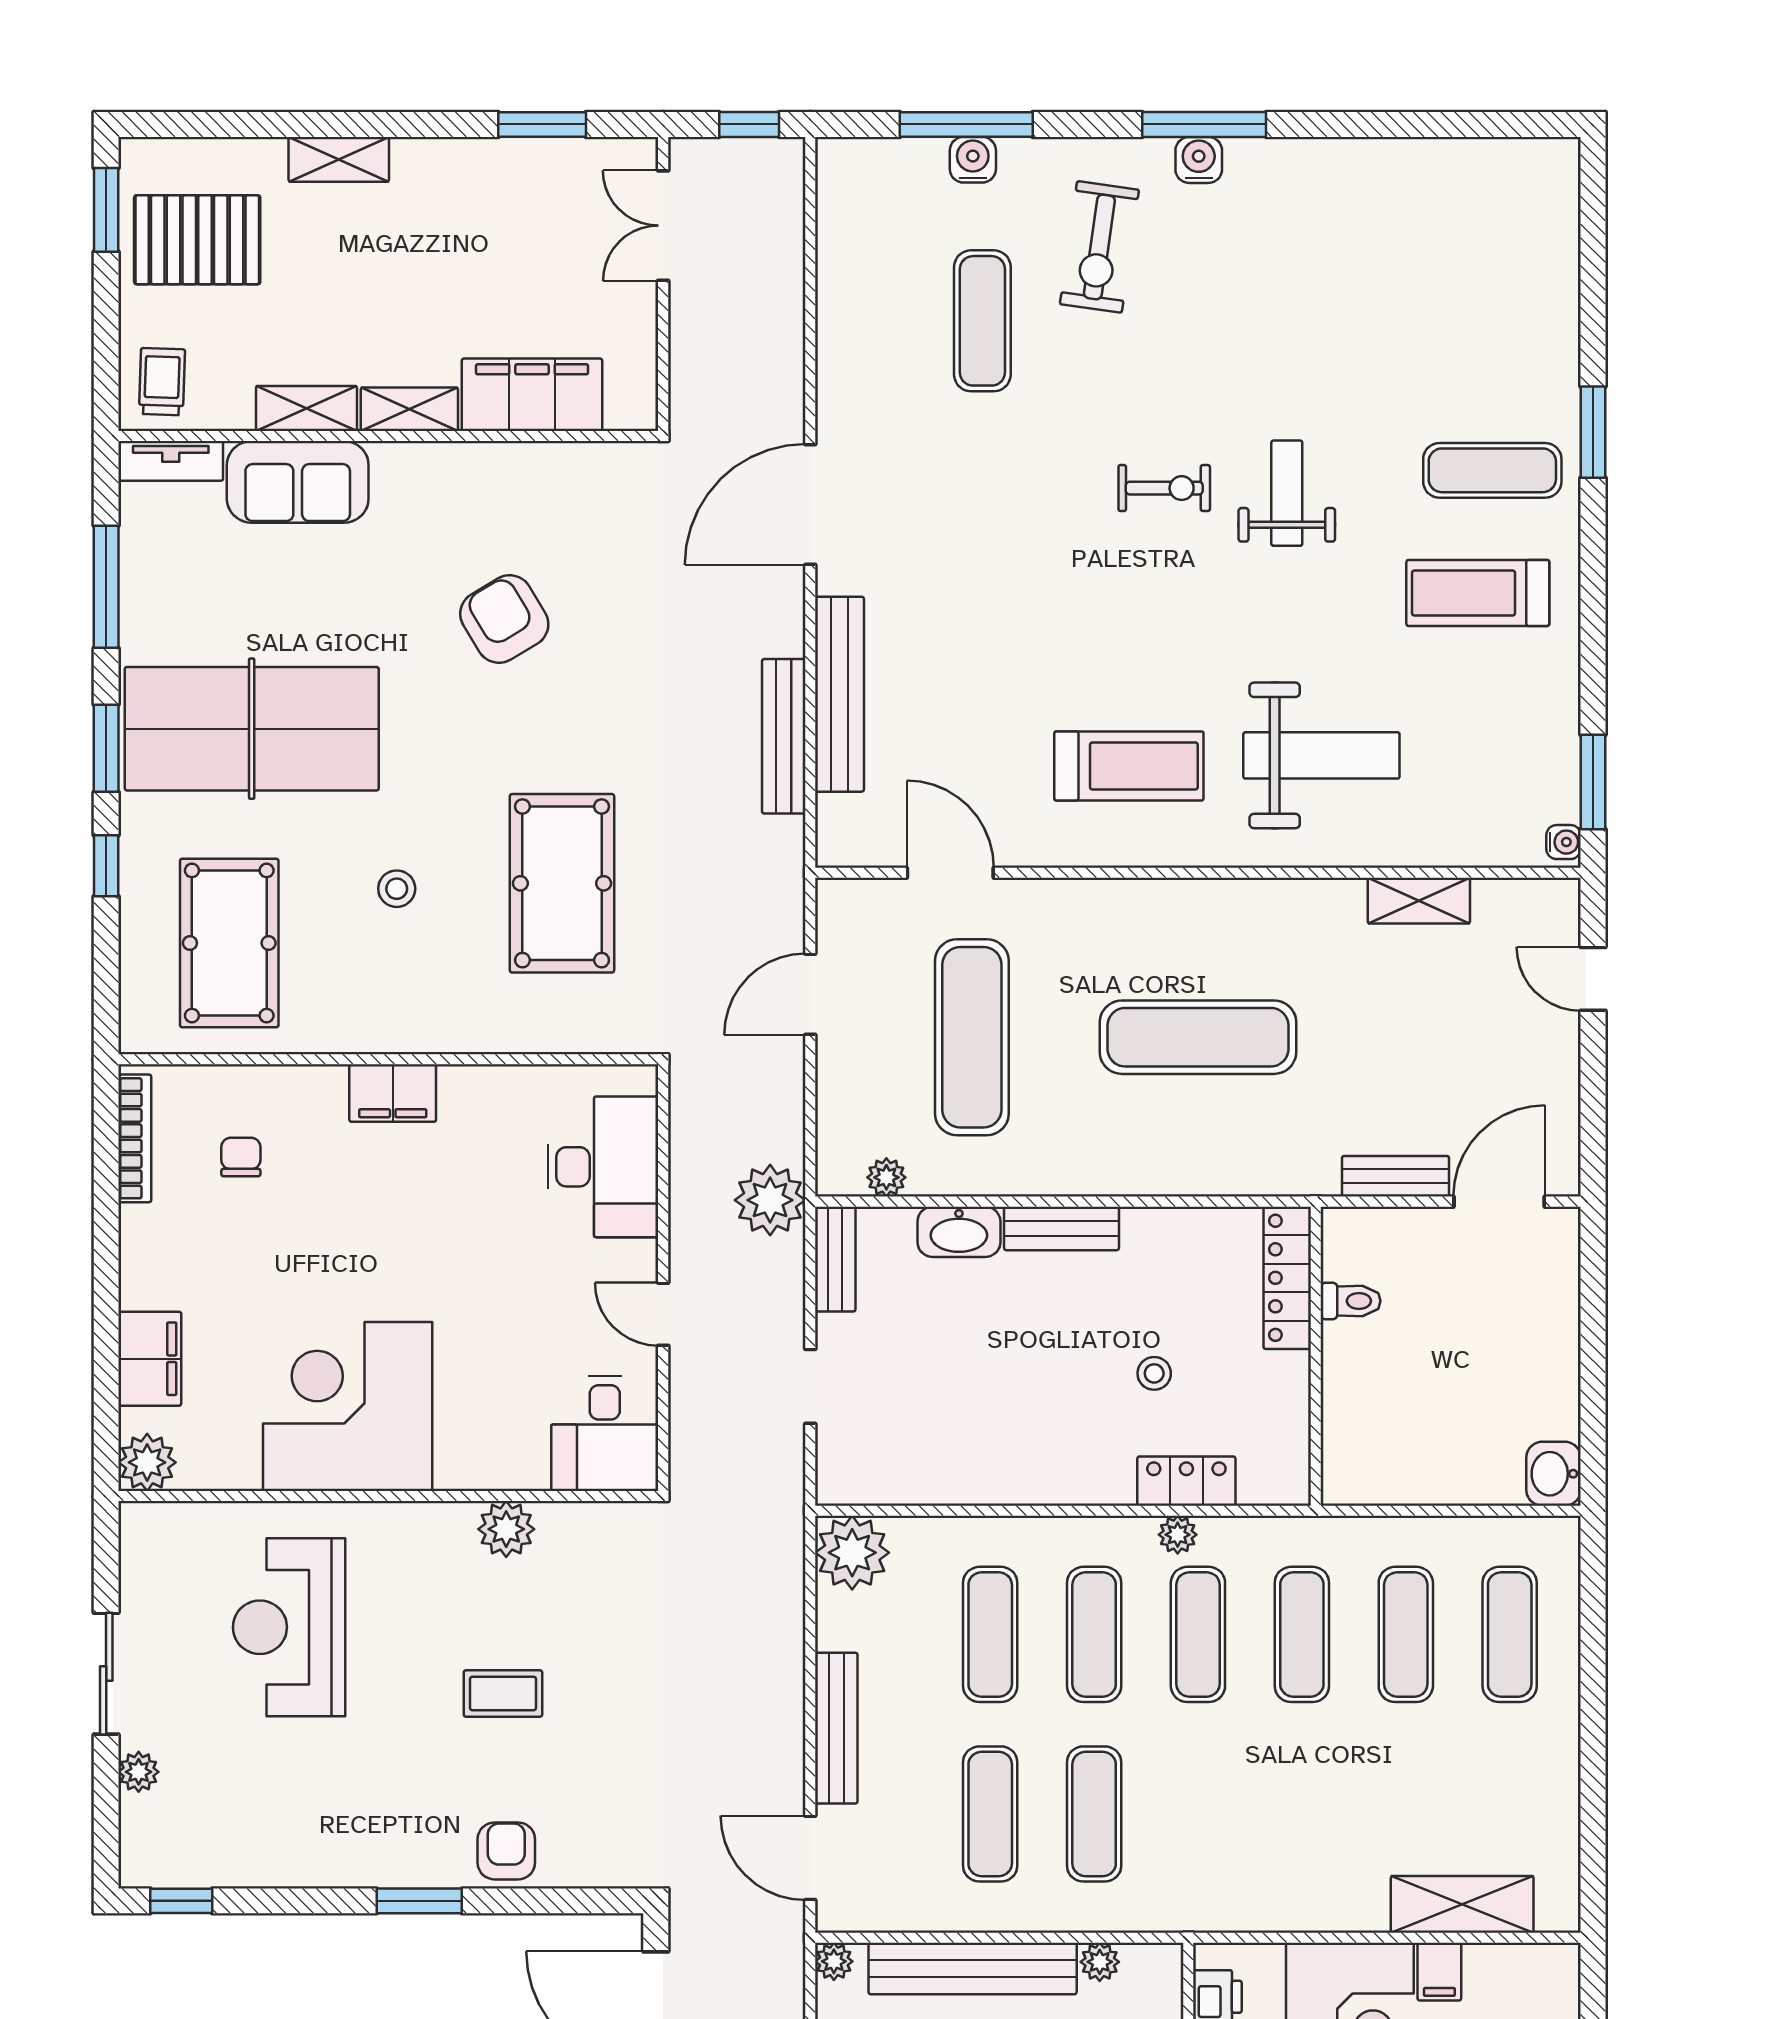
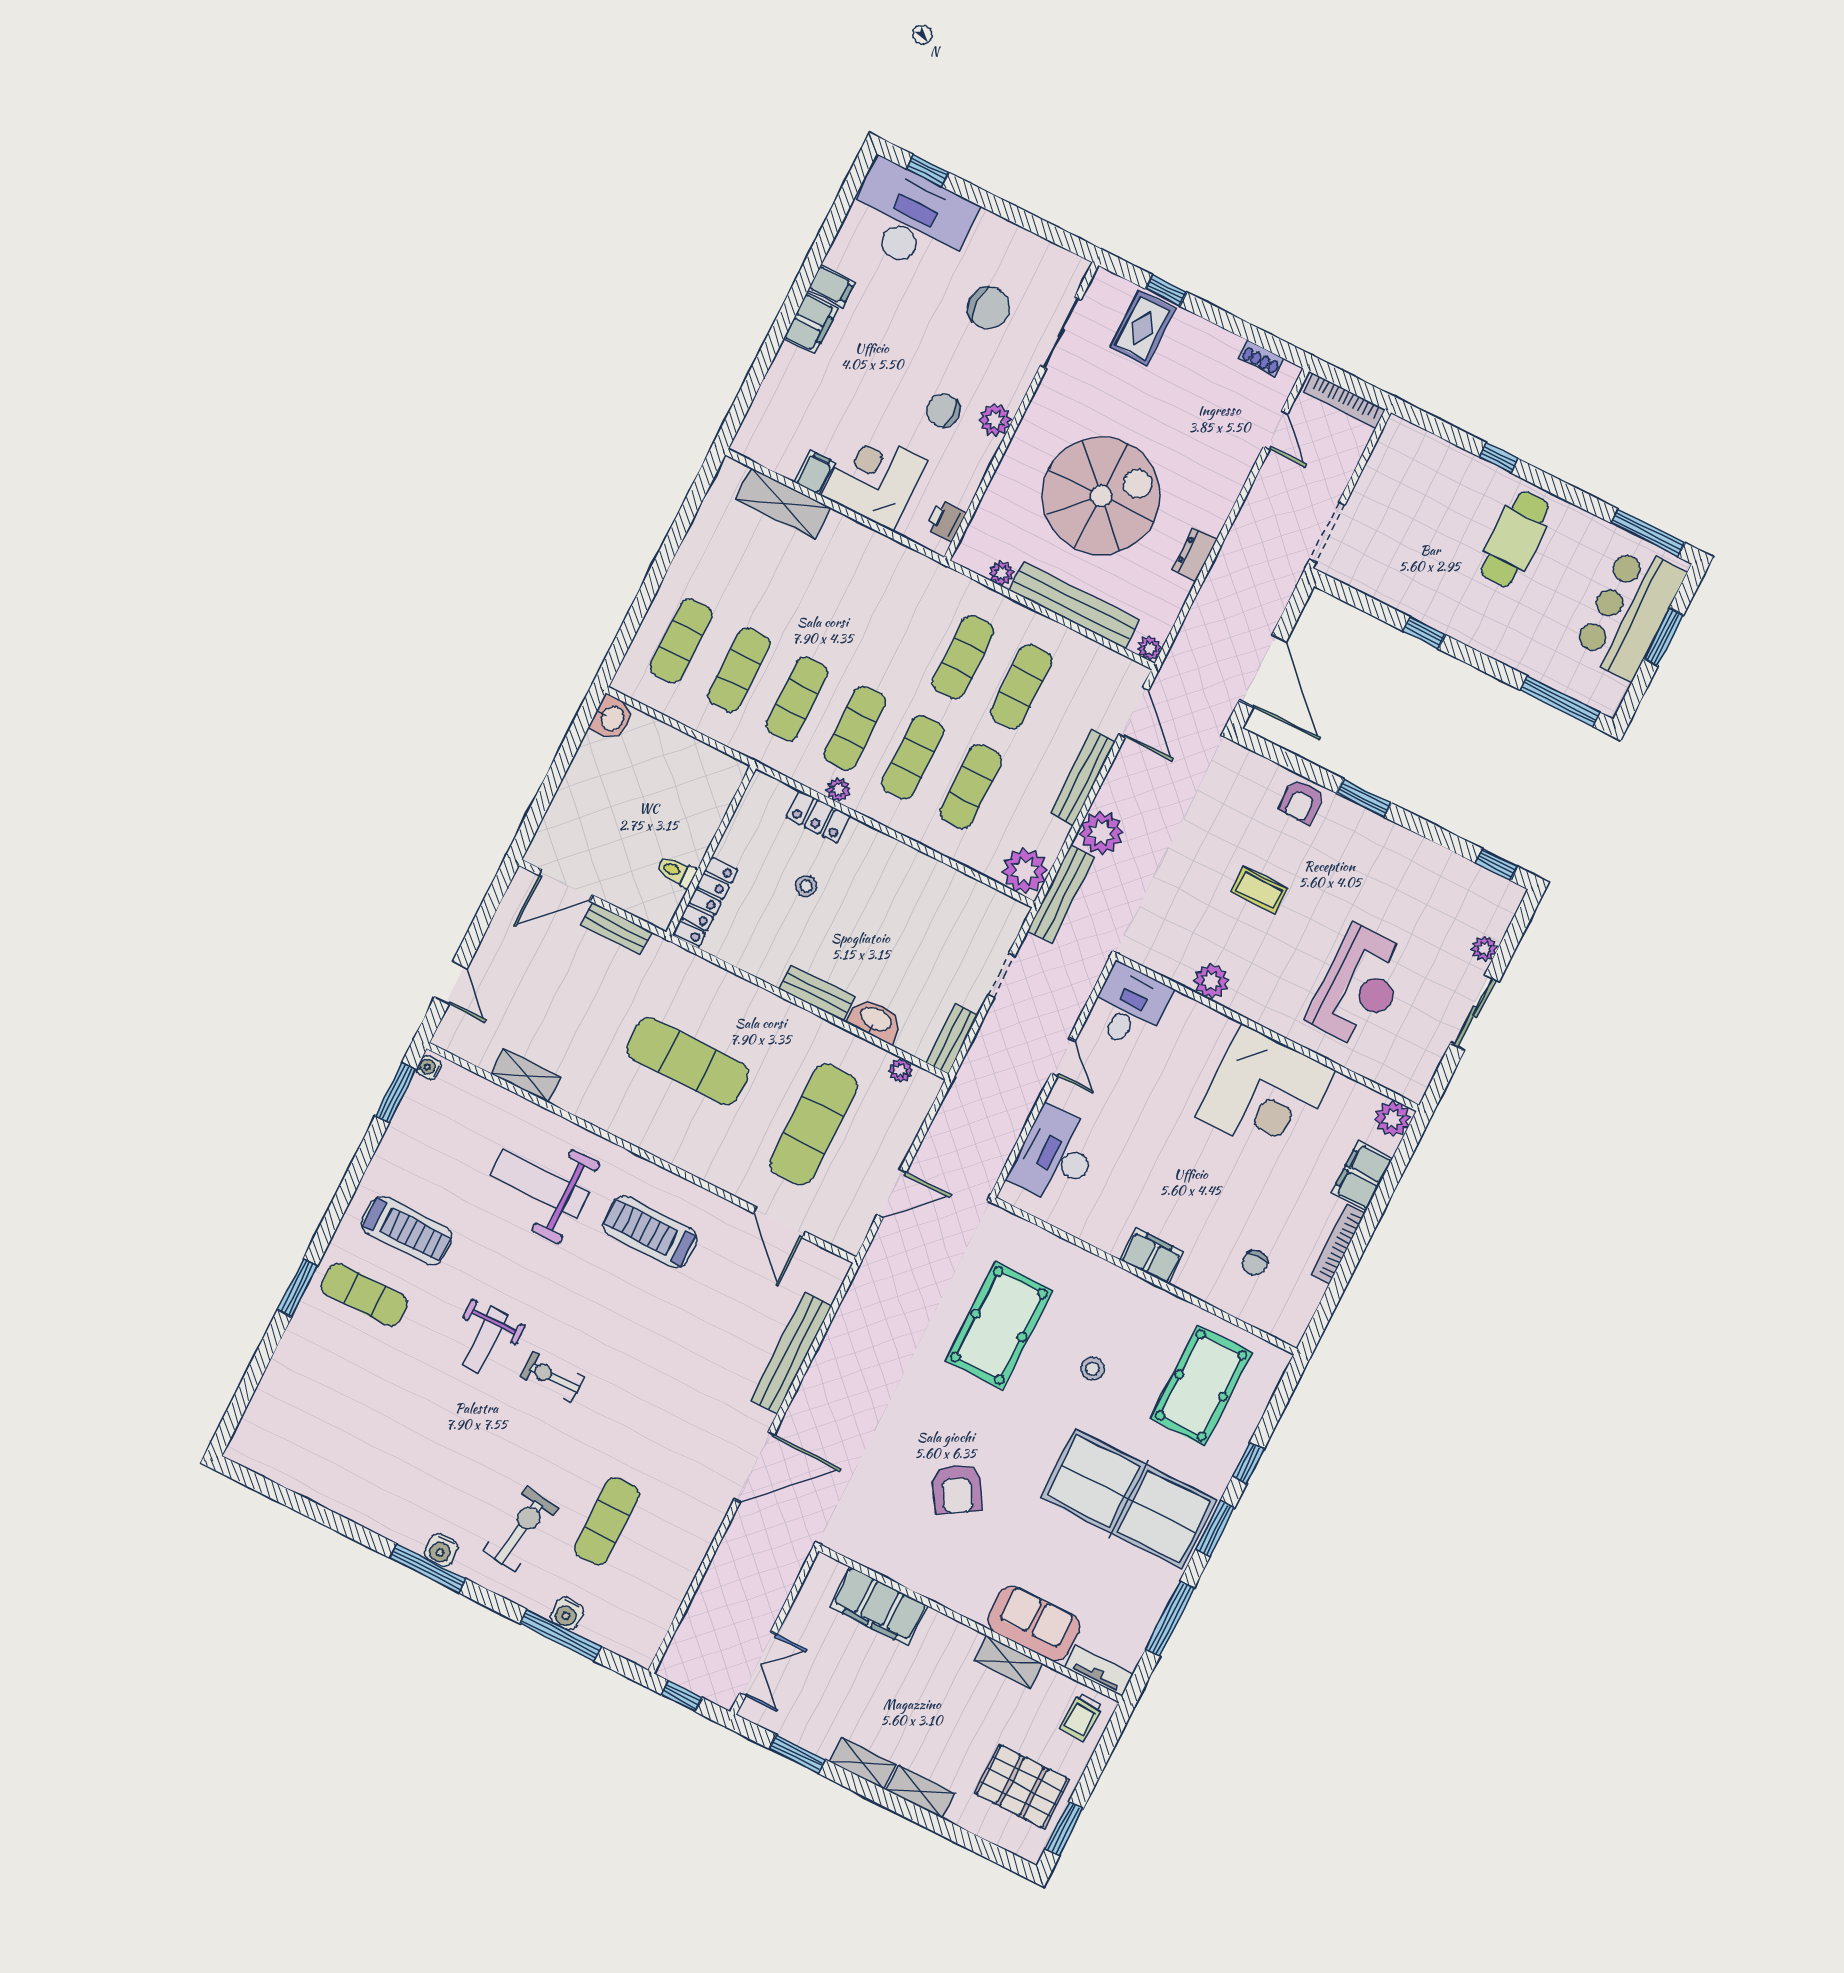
shelving: (409, 409) -> (863, 1763), moved
bench: (784, 736) -> (1061, 894), moved
bookcase: (135, 1138) -> (1338, 1244), moved
plant: (770, 1200) -> (1101, 833), moved

